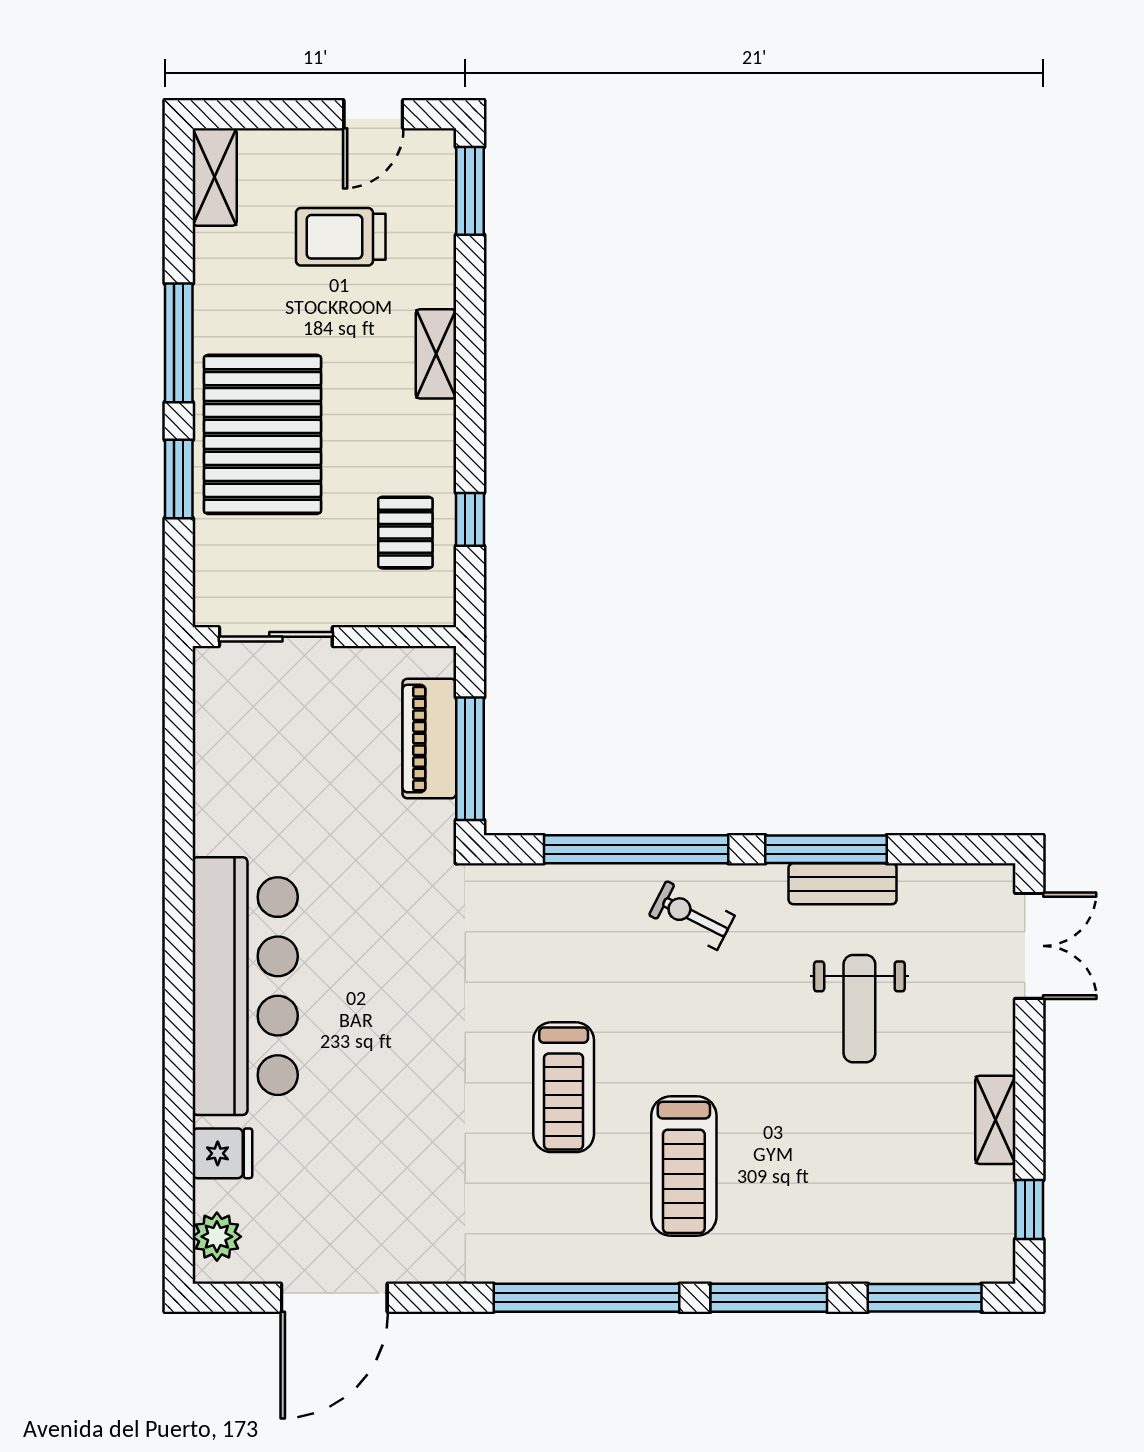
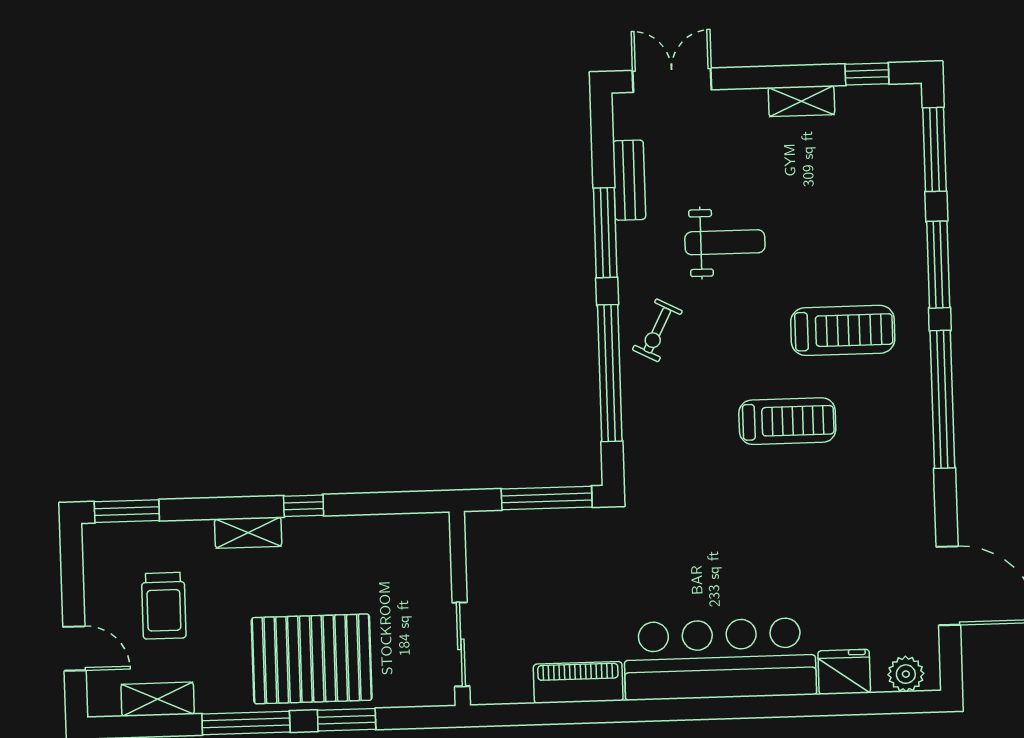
door: (373, 114) -> (74, 649), moved
shelving: (215, 177) -> (158, 699), moved
window: (470, 519) -> (304, 506), moved
pallet: (405, 533) -> (381, 551), removed
piano: (429, 739) -> (578, 682), moved, turned 180
bench: (843, 884) -> (629, 180), moved
weight bench: (859, 1009) -> (725, 242), moved
fridge: (222, 1153) -> (844, 672), width x1.38

